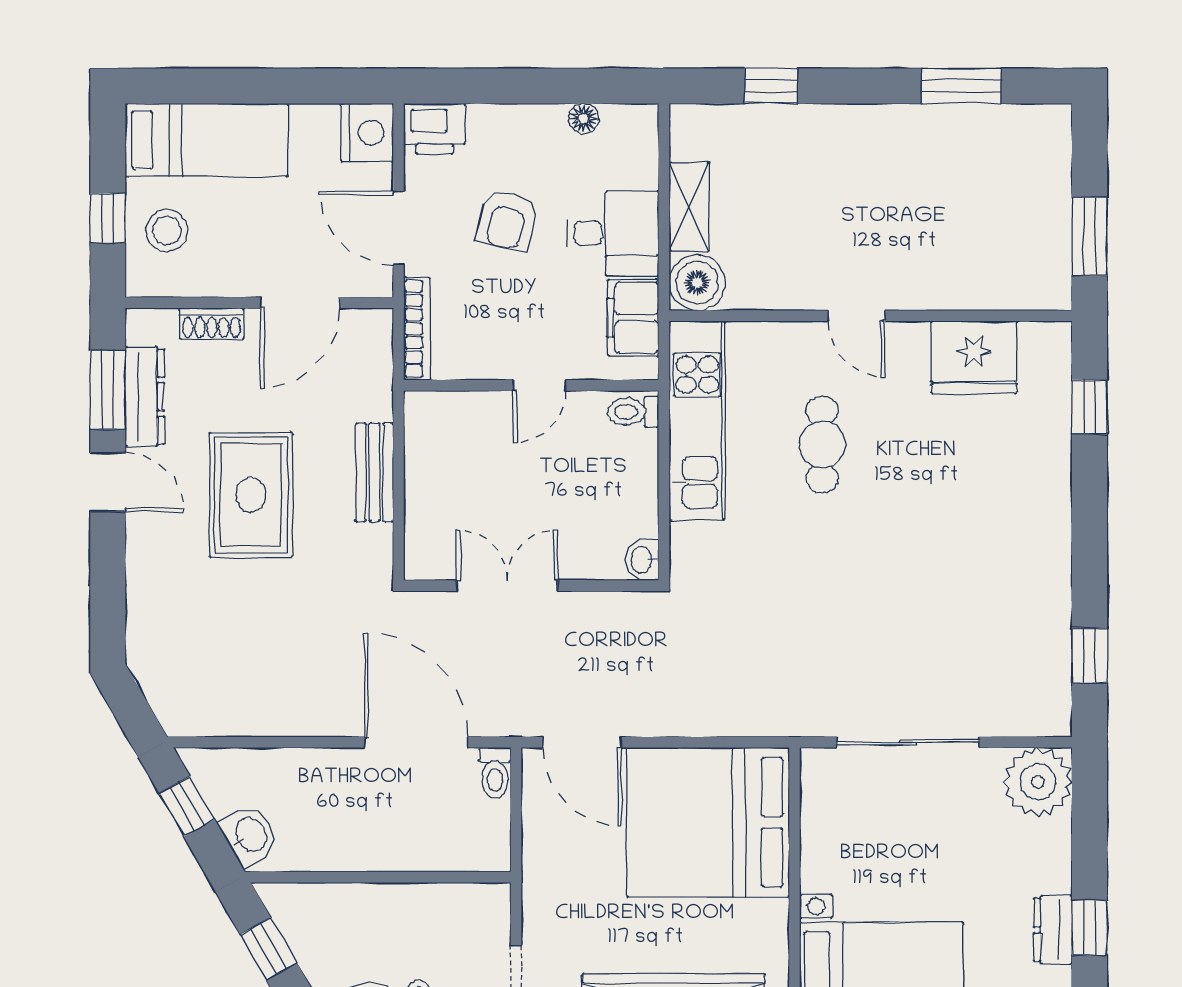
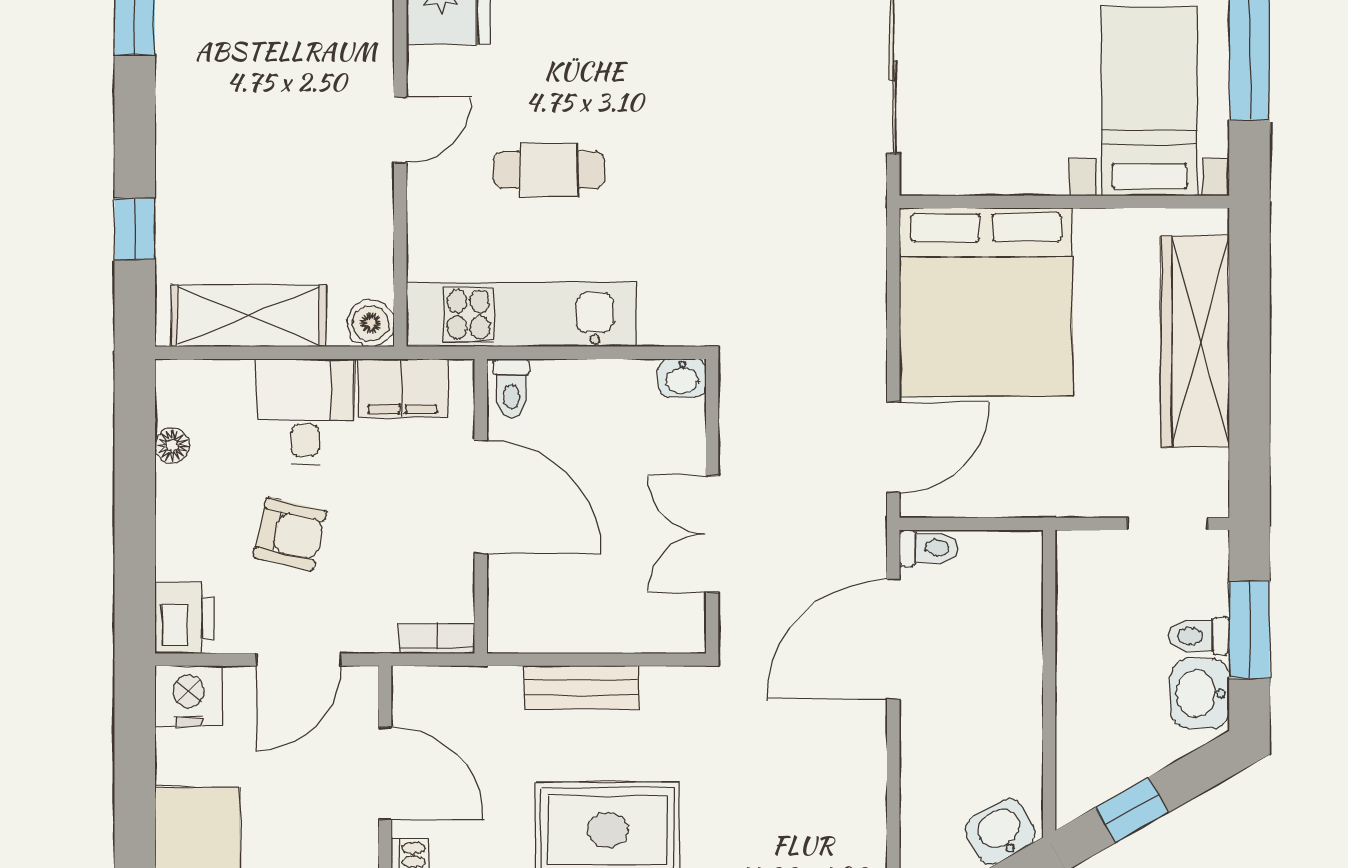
shelving: (689, 207) -> (249, 316), width x1.50, depth x1.33
boiler: (697, 283) -> (371, 323), width x0.73, depth x0.73
bookcase: (417, 329) -> (437, 638), width x0.64
door: (539, 385) -> (481, 497), width x1.88

